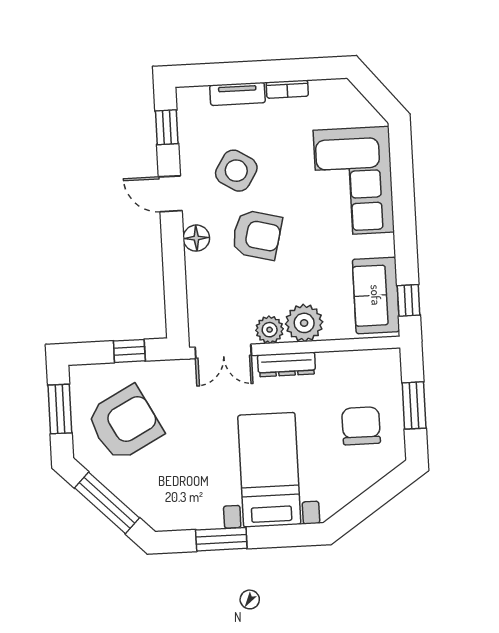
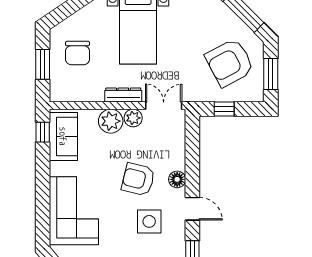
side table: (236, 171) -> (149, 221), turned -32

